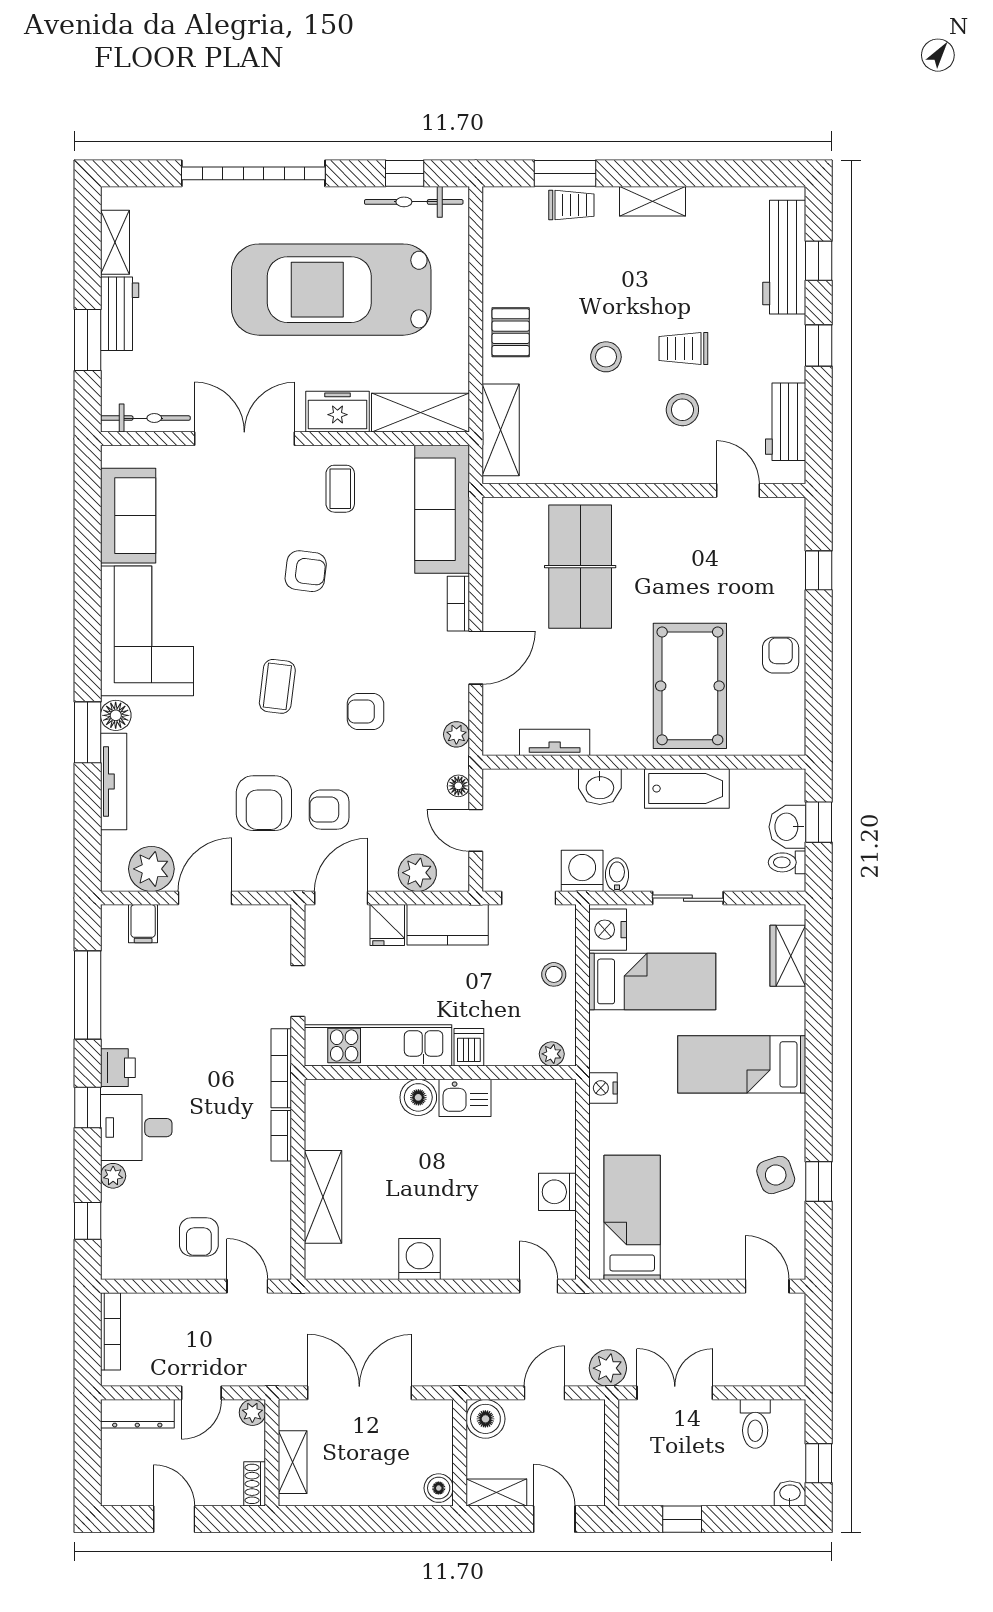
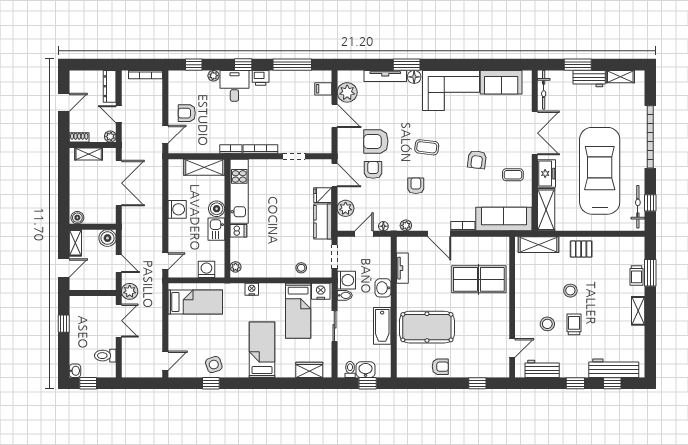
kitchen unit: (378, 1045) -> (239, 191), moved
dishwasher: (469, 1047) -> (238, 231), moved
plant: (552, 1054) -> (235, 267), moved
wall: (440, 1073) -> (227, 218), moved
boiler: (418, 1097) -> (217, 209), moved
kitchen sink: (465, 1098) -> (216, 229), moved

